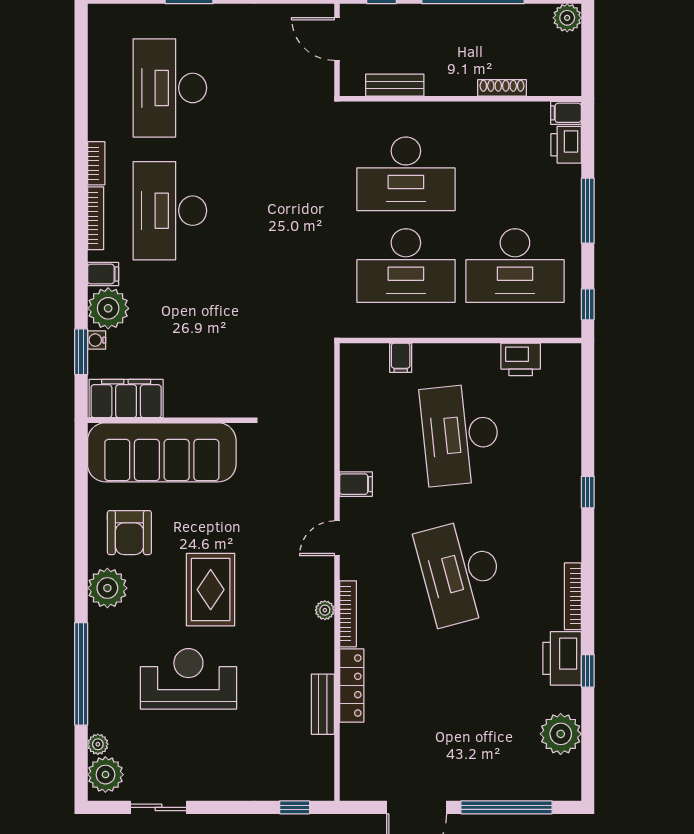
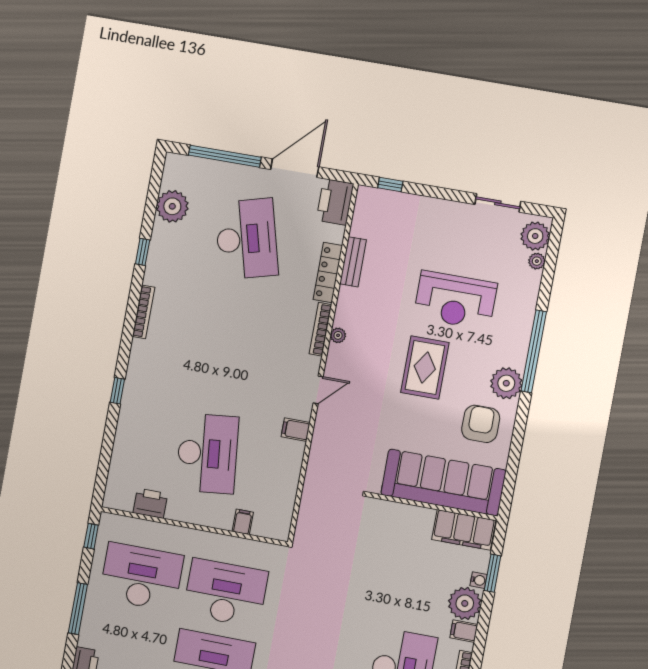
desk: (460, 572) -> (247, 239), moved
printer: (562, 658) -> (335, 202), moved, turned 180
window: (81, 674) -> (534, 351), moved

